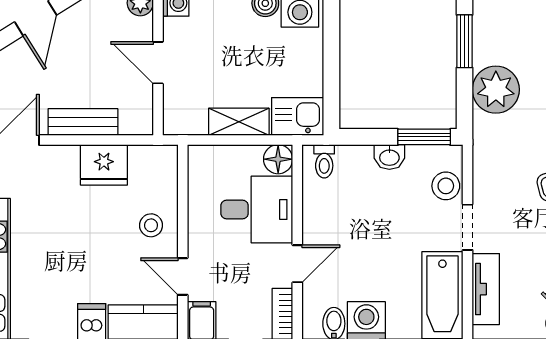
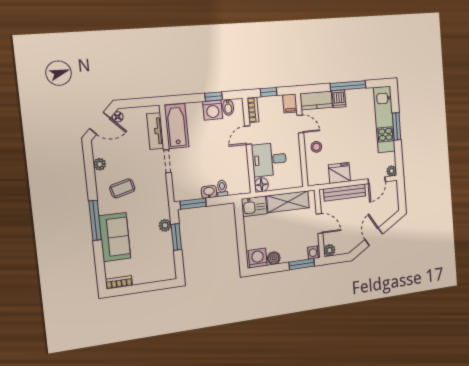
window: (465, 41) -> (176, 237), moved
plant: (496, 90) -> (165, 225), width x0.53, depth x0.53
bench: (83, 122) -> (345, 193), width x1.36
shelving: (239, 122) -> (288, 202), width x1.50, depth x1.33
toilet: (324, 161) -> (222, 188), moved
stool: (446, 186) -> (180, 181), removed

